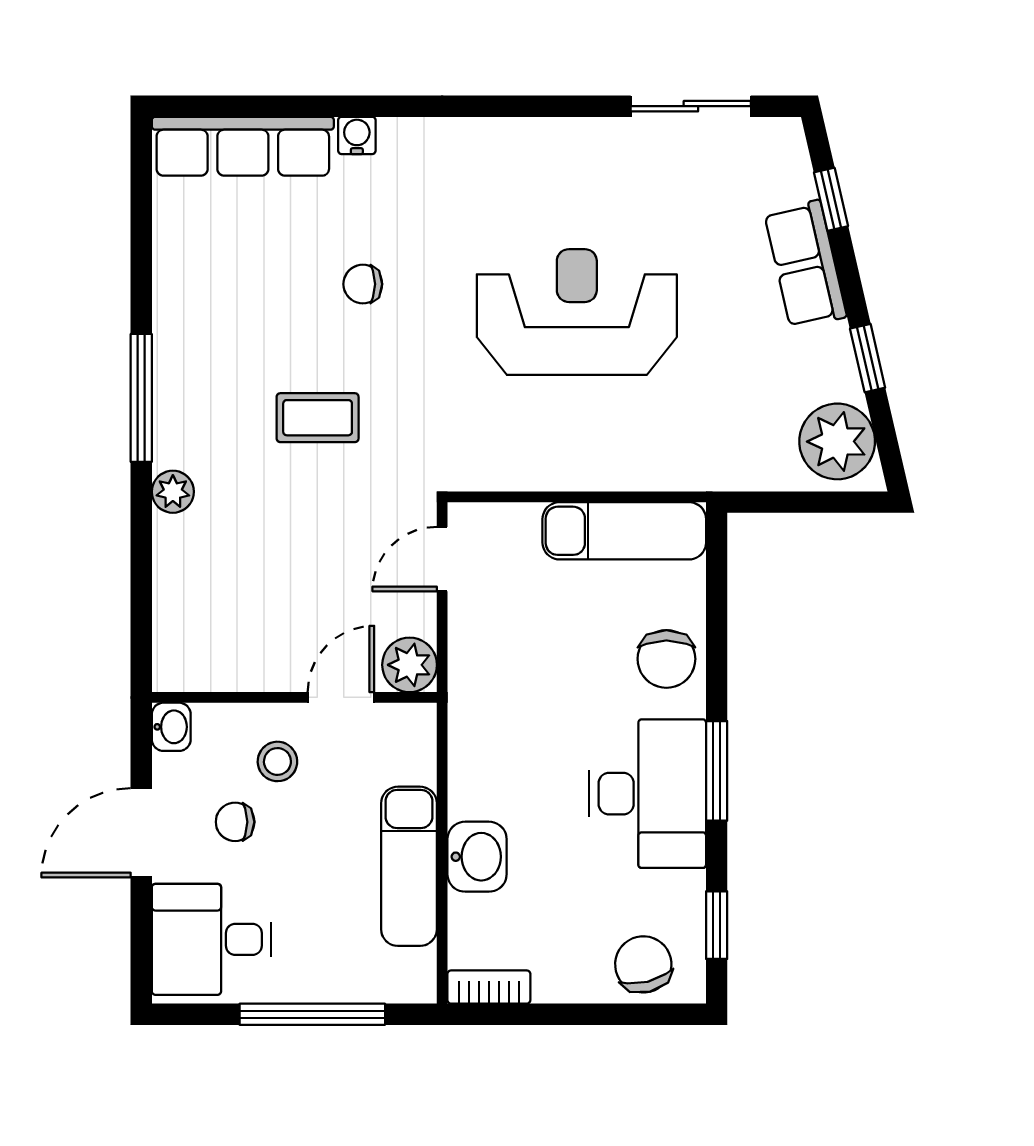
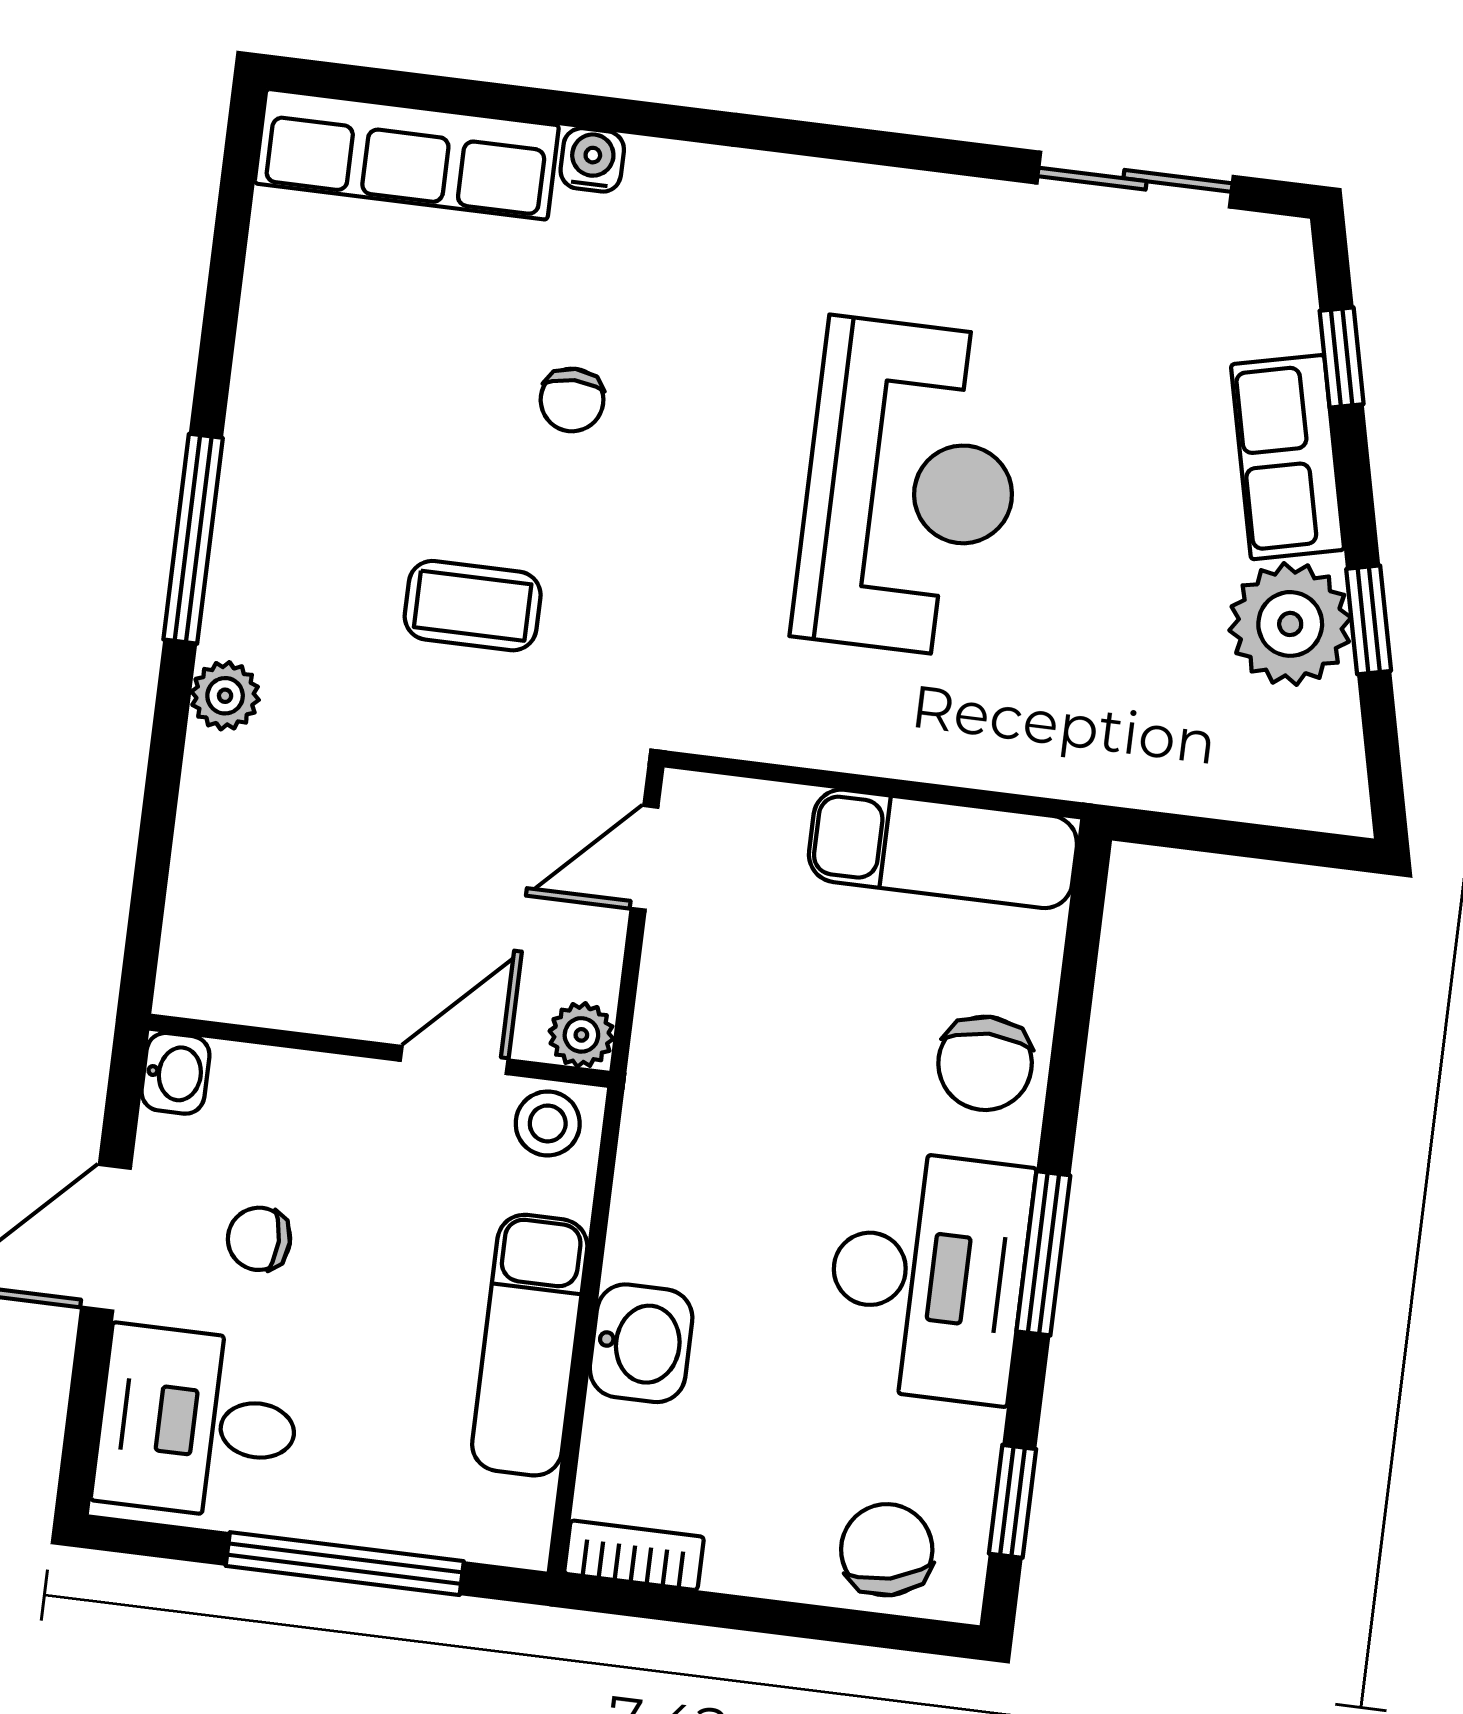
chair: (363, 284) -> (572, 400), turned -90
reception desk: (577, 312) -> (910, 488), turned 90
plant: (837, 441) -> (1290, 624), moved
plant: (410, 665) -> (581, 1035), width x0.73, depth x0.73
stool: (277, 761) -> (548, 1123), moved

